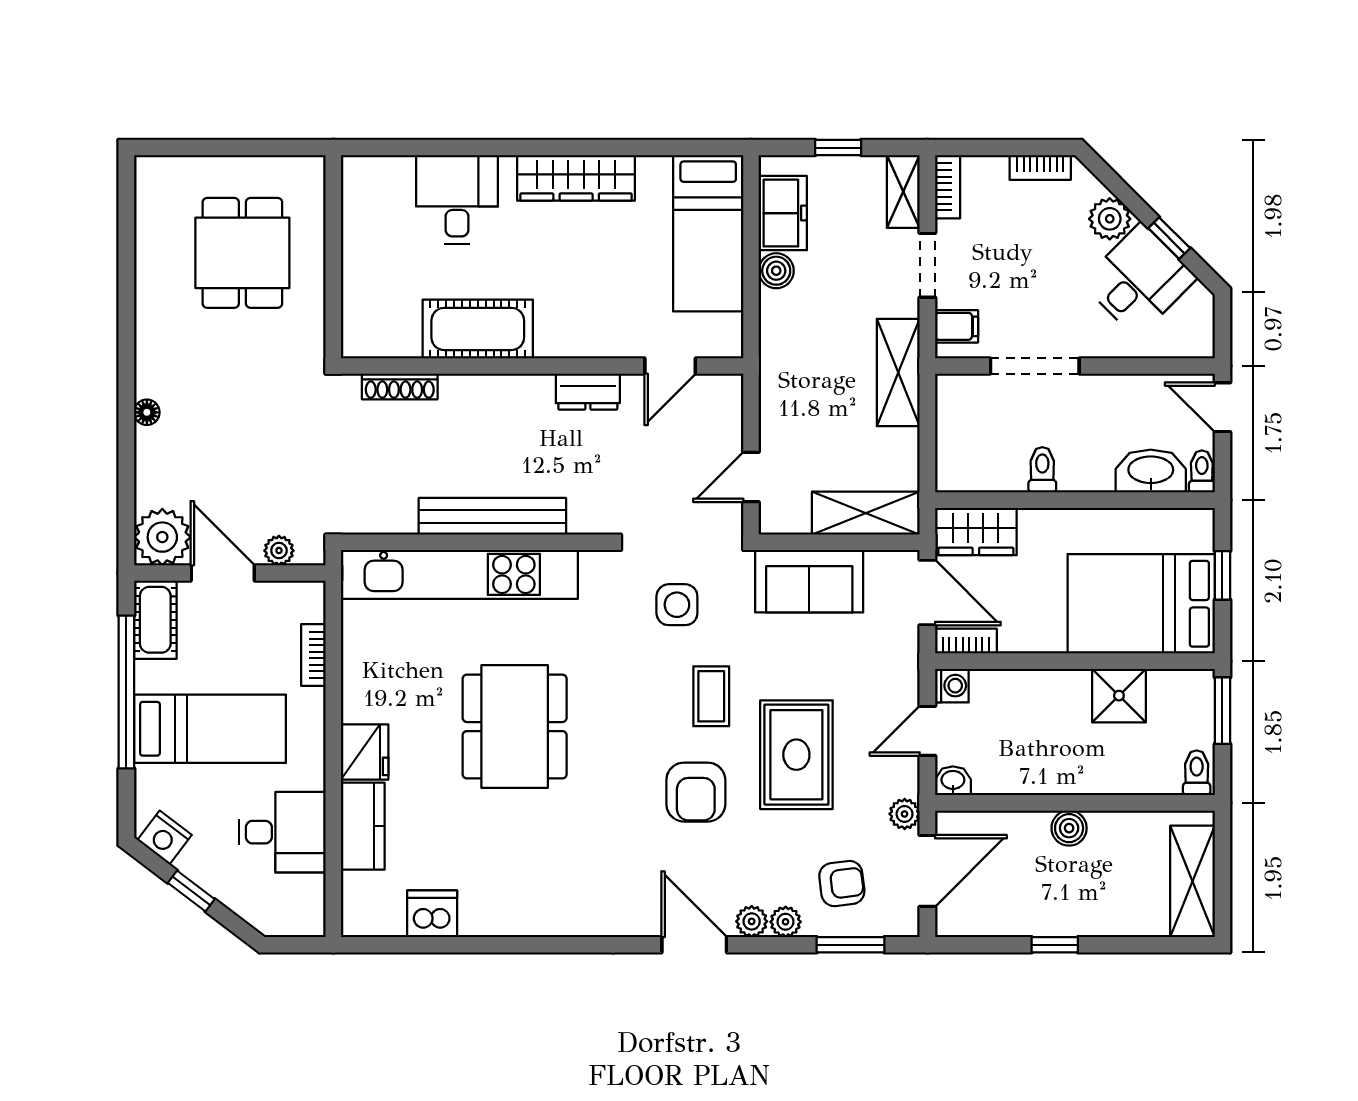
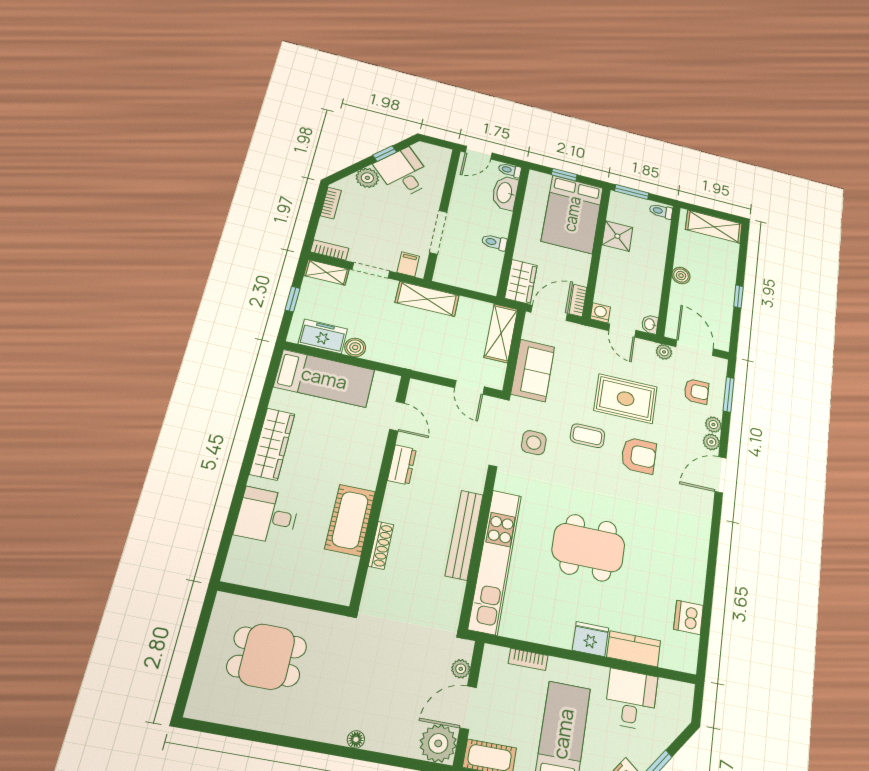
shoe rack: (400, 387) -> (381, 545), moved
armchair: (842, 884) -> (696, 391), turned 97

